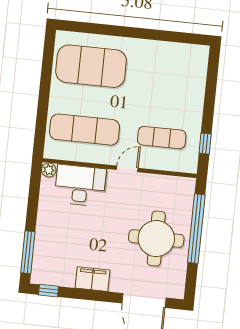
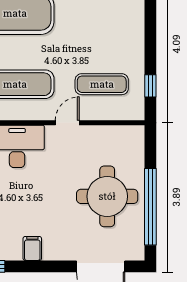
window: (196, 229) -> (150, 207), moved
filing cabinet: (93, 279) -> (32, 248), width x0.50

